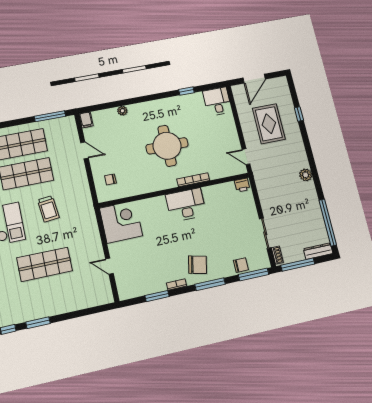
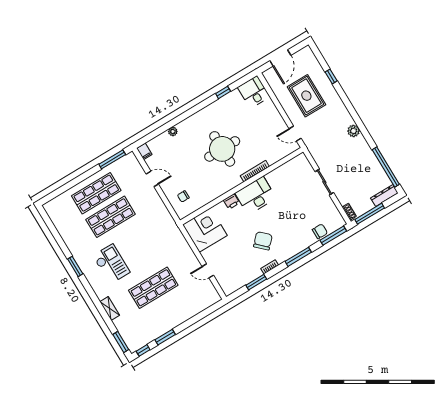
printer: (242, 185) -> (231, 201), moved
trolley: (48, 209) -> (140, 240), removed
sliding door: (265, 233) -> (324, 182), moved
chair: (198, 265) -> (263, 241), moved, turned -59

